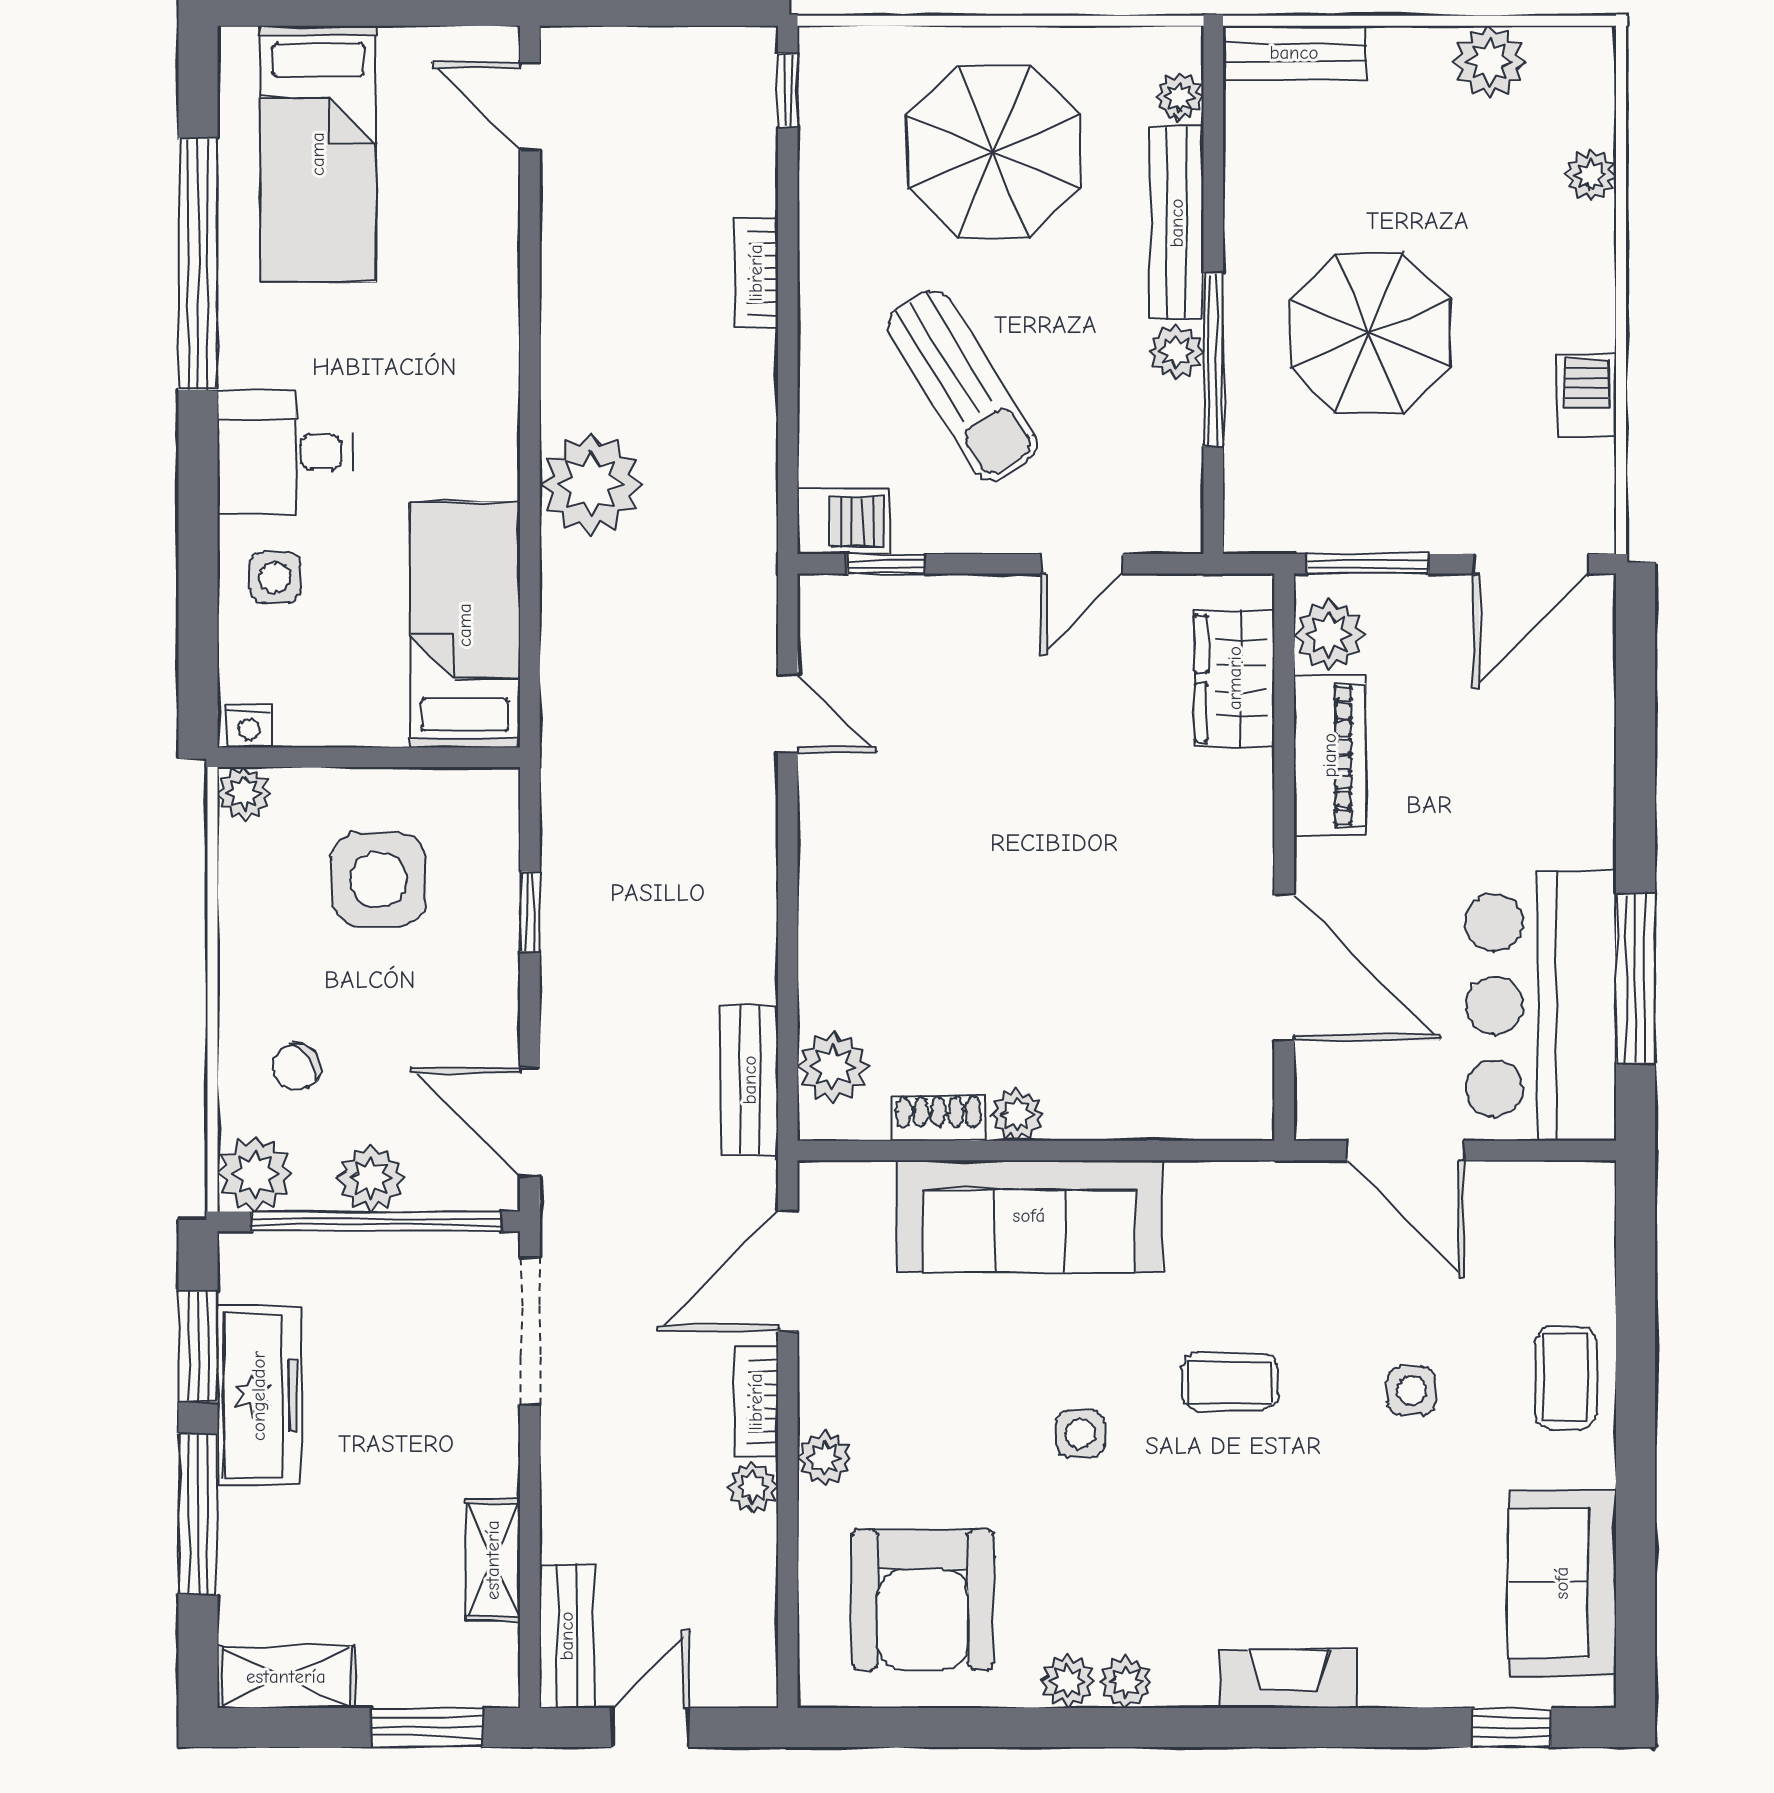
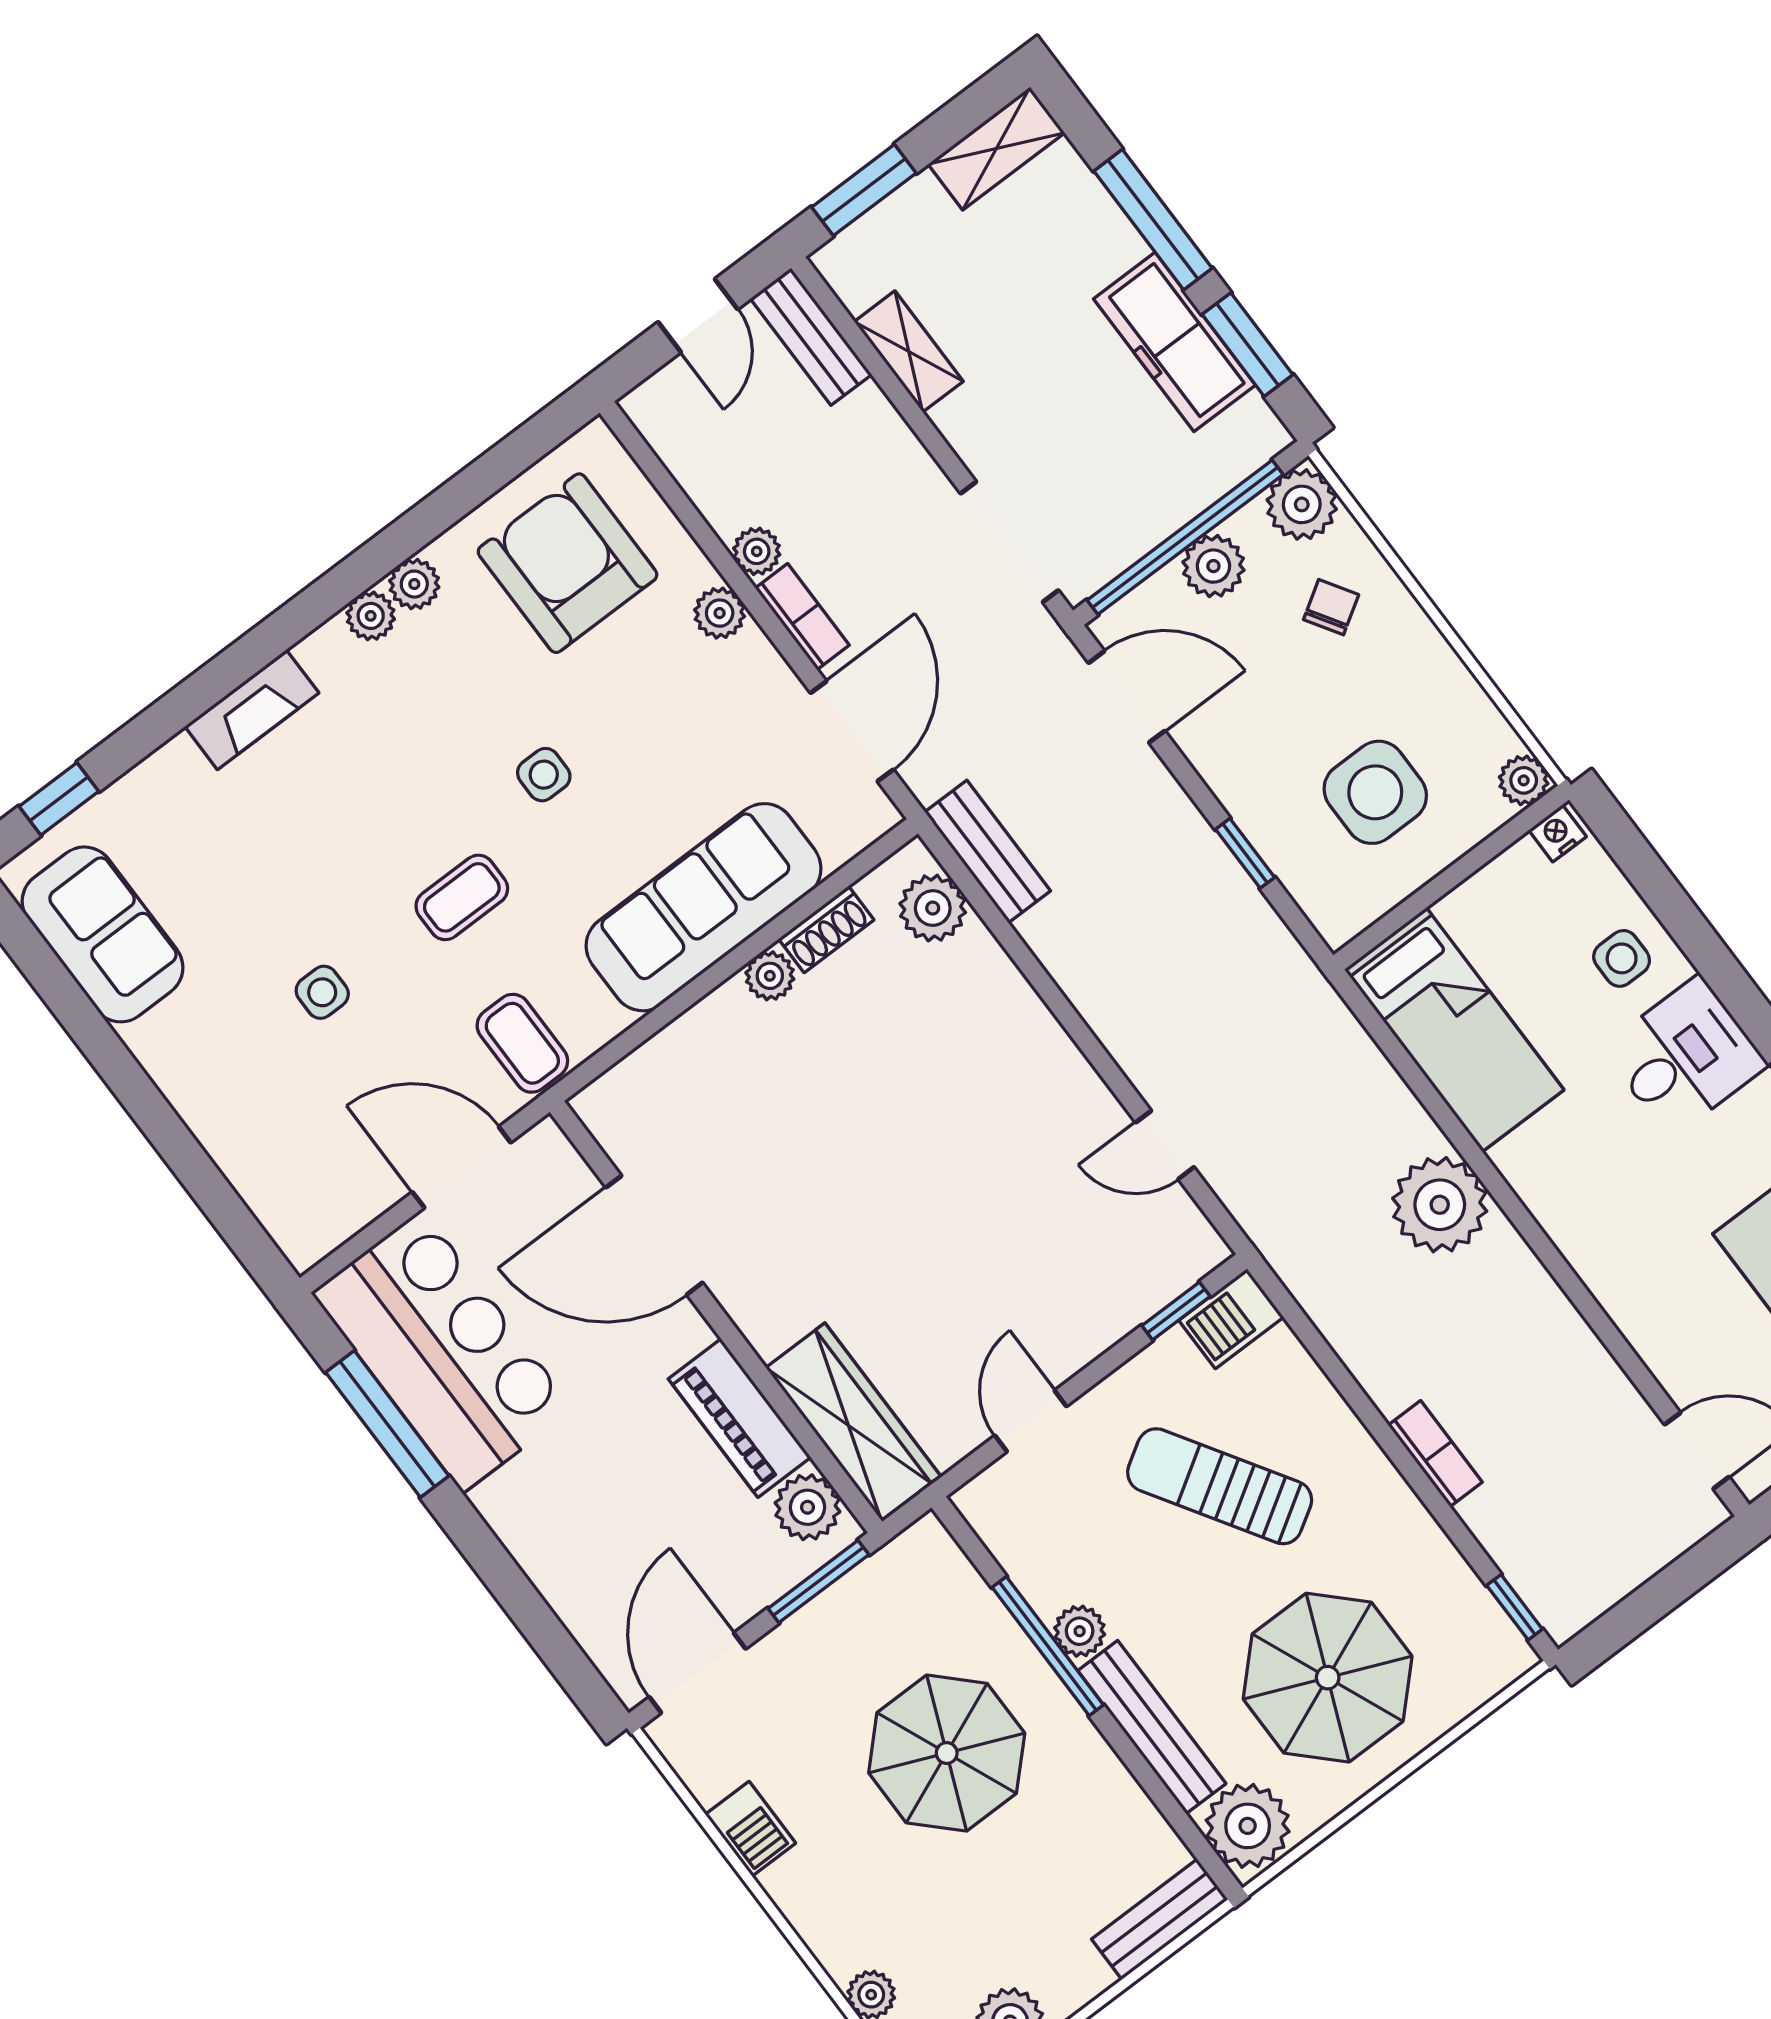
plant: (1180, 97) -> (1248, 1826), width x1.87, depth x1.87
wardrobe: (1235, 678) -> (853, 1422), width x1.50
coffee table: (1566, 1377) -> (522, 1043), moved

